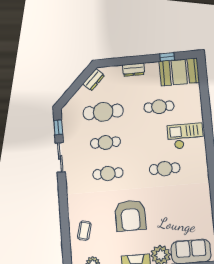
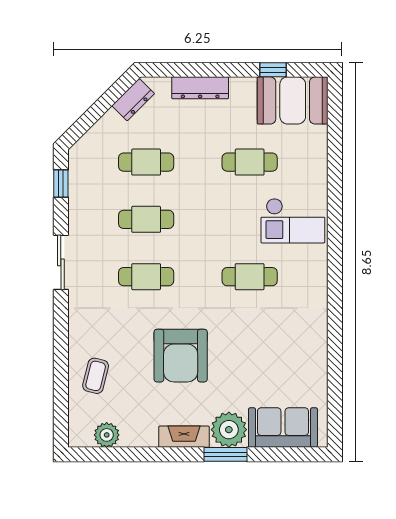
dresser: (133, 70) -> (200, 88), width x1.44
cafe table: (103, 112) -> (146, 162), width x0.73, depth x0.74
checkout: (185, 136) -> (293, 221), turned 180
sliding door: (60, 157) -> (61, 262), moved

